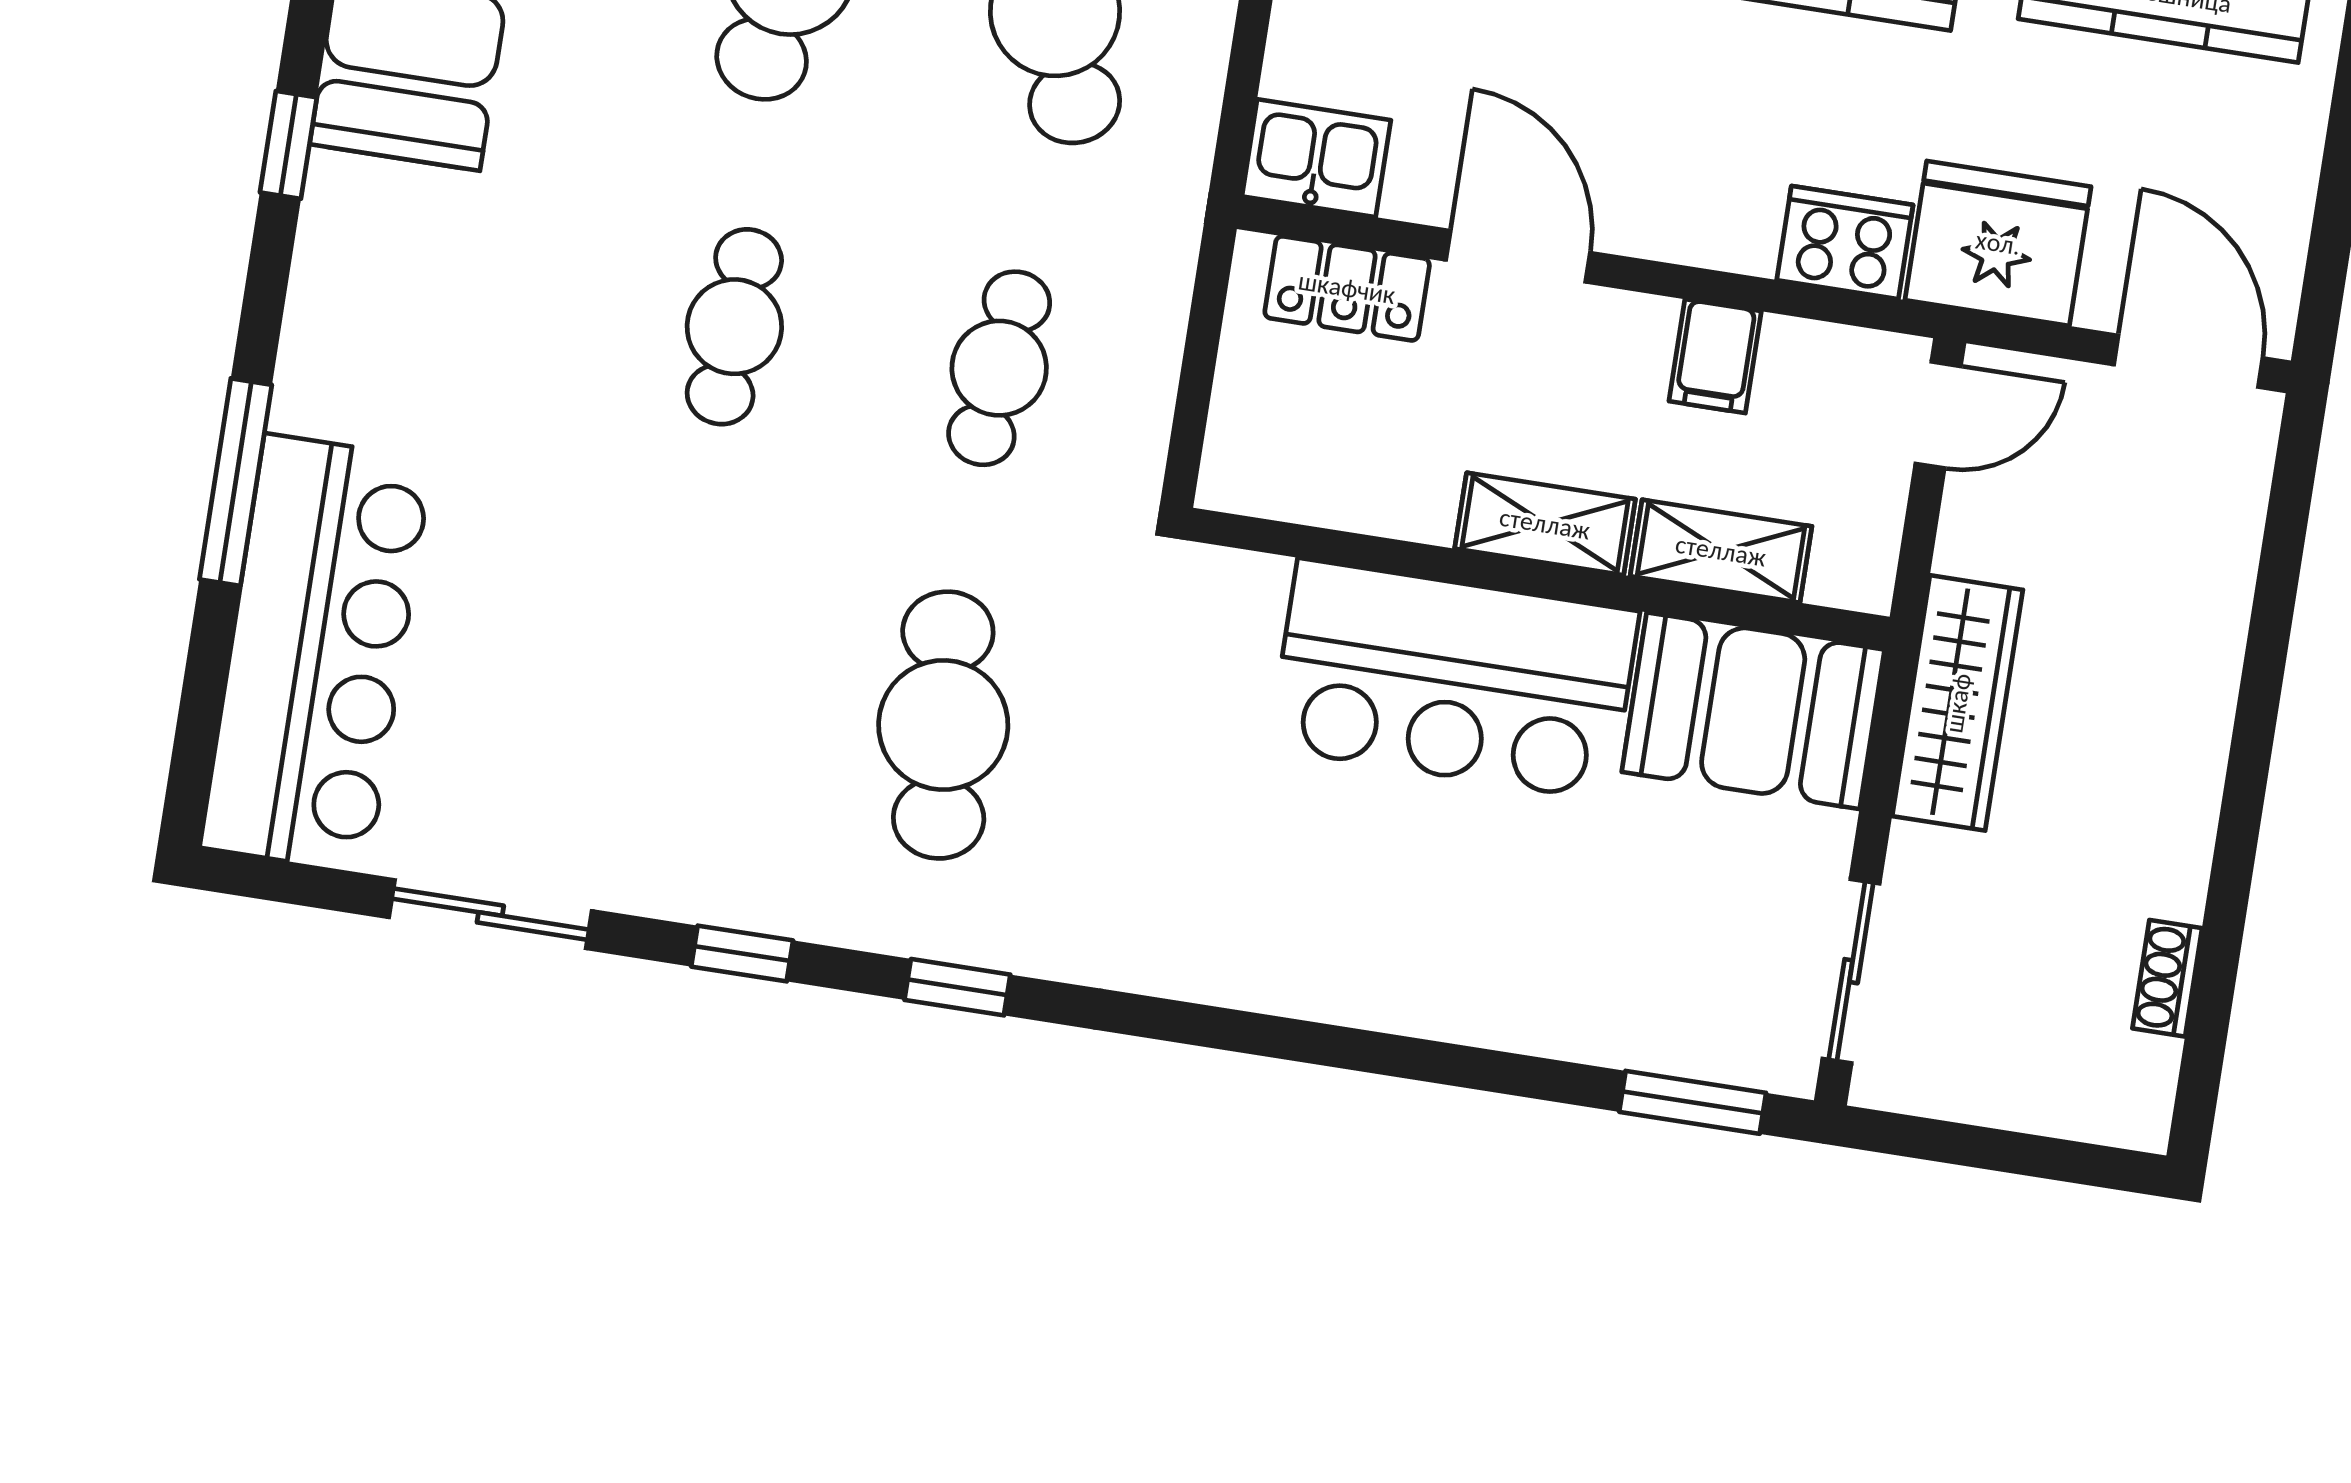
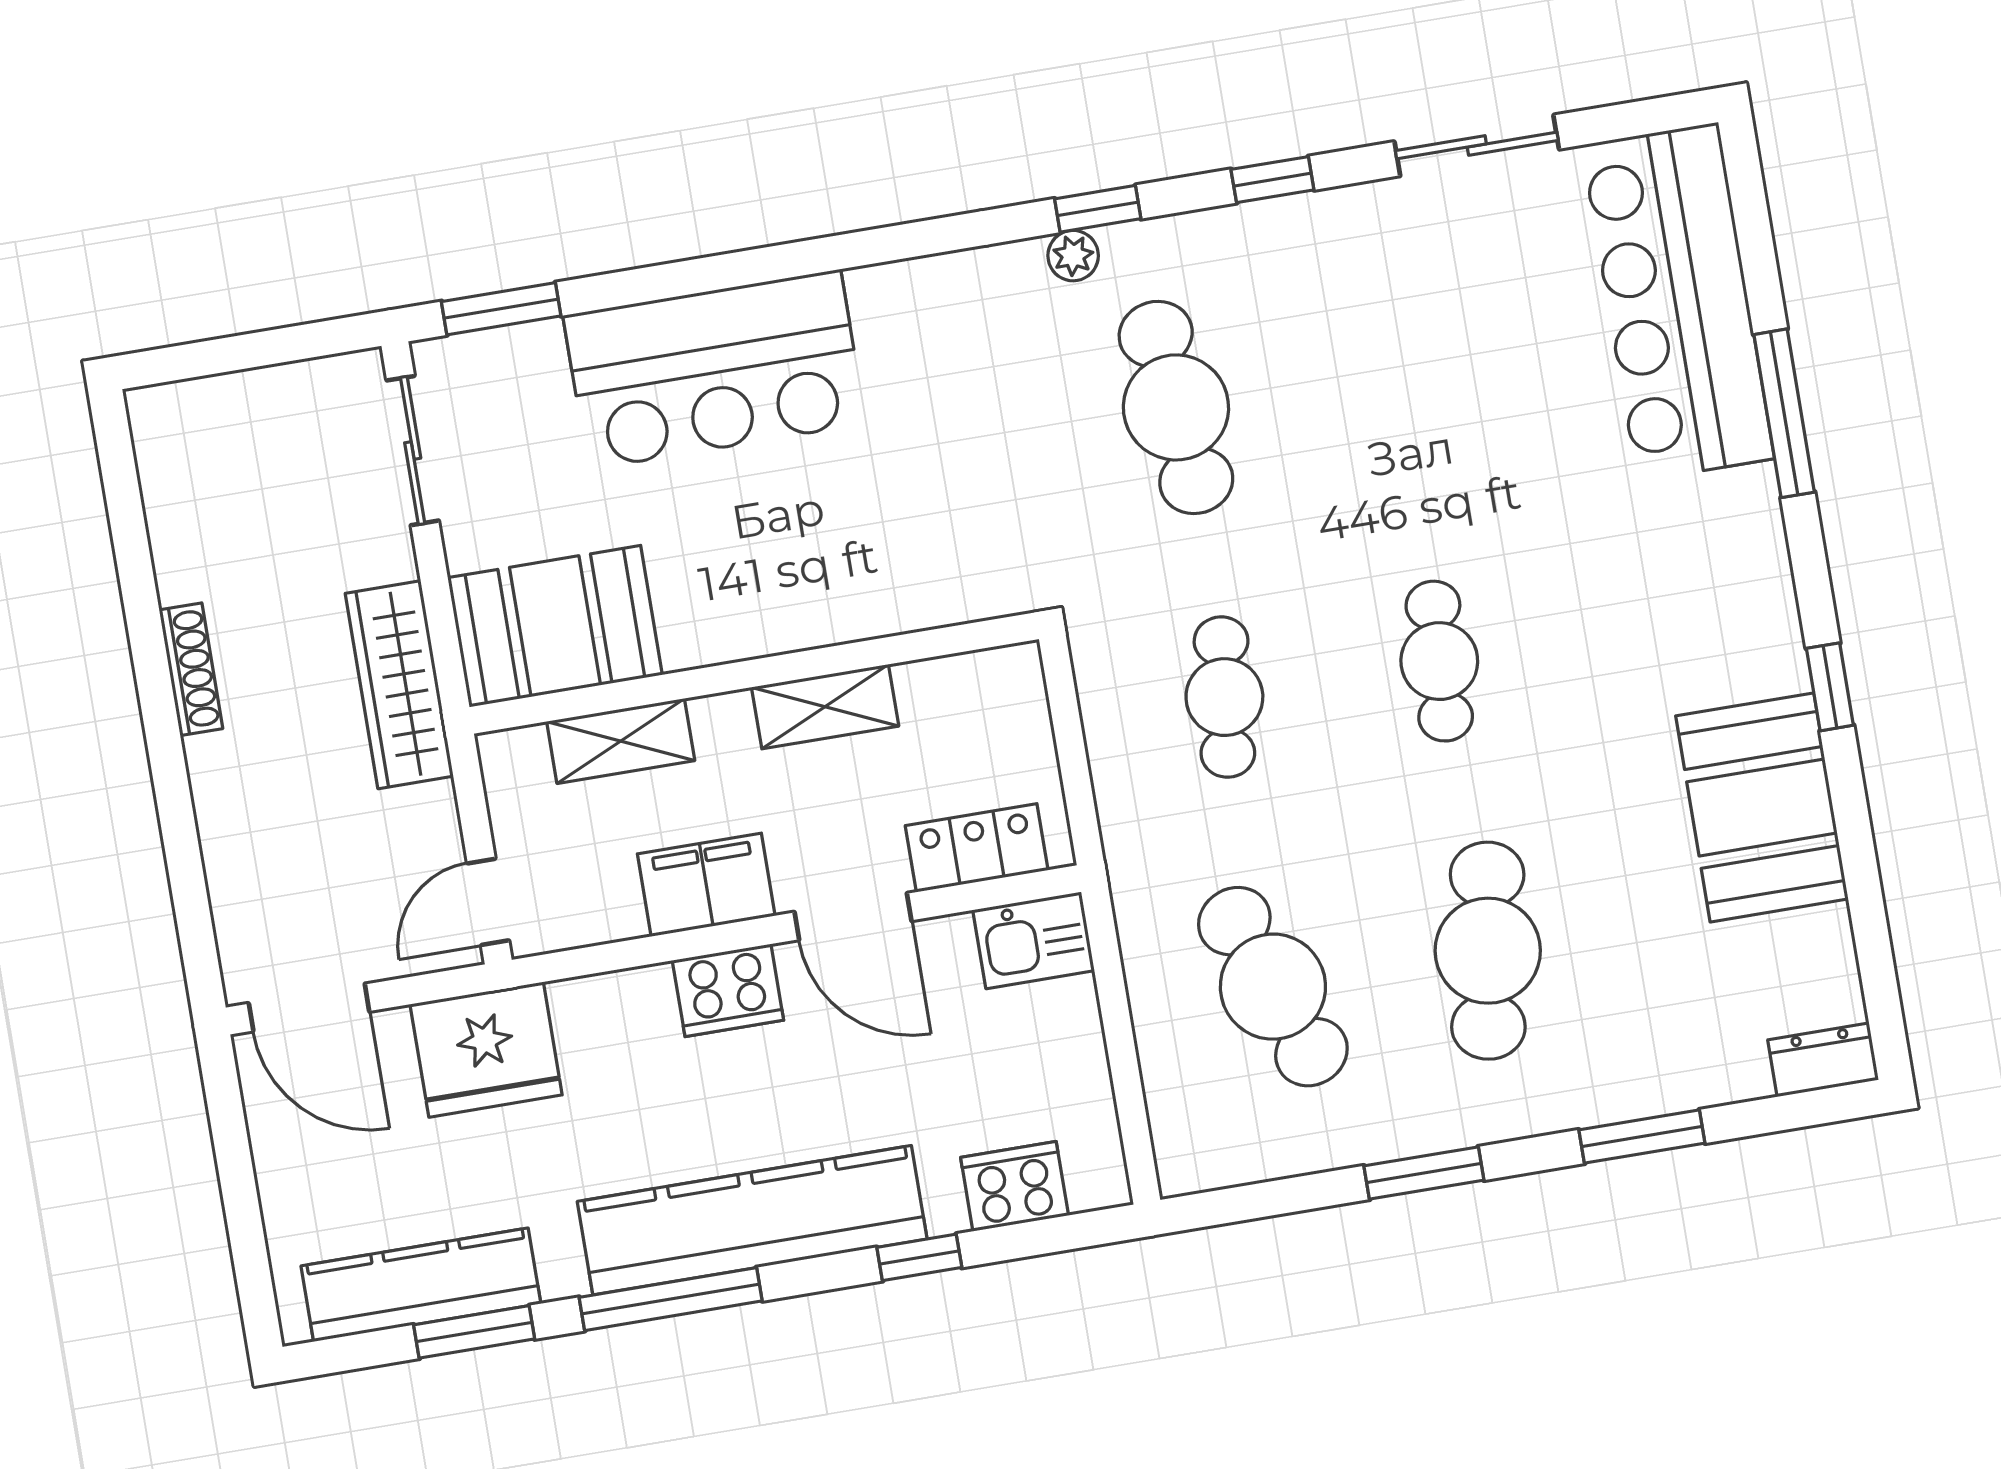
cooker: (1845, 242) -> (728, 990), moved
filing cabinet: (1715, 356) -> (706, 885), width x2.00
shelving: (1545, 524) -> (825, 707), moved
bar counter: (1454, 680) -> (714, 369), moved, turned 180
plant: (1004, 942) -> (1073, 256), added
shoe rack: (2167, 978) -> (191, 669), moved, width x1.43

